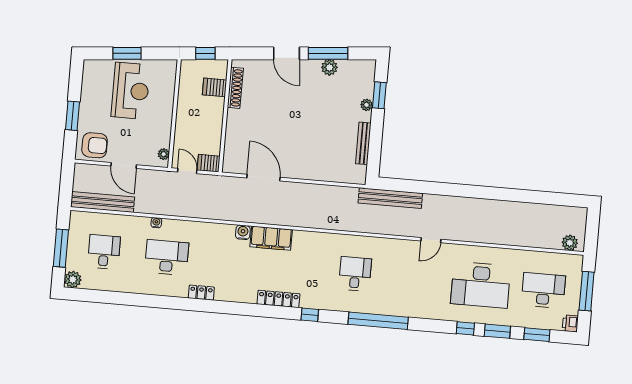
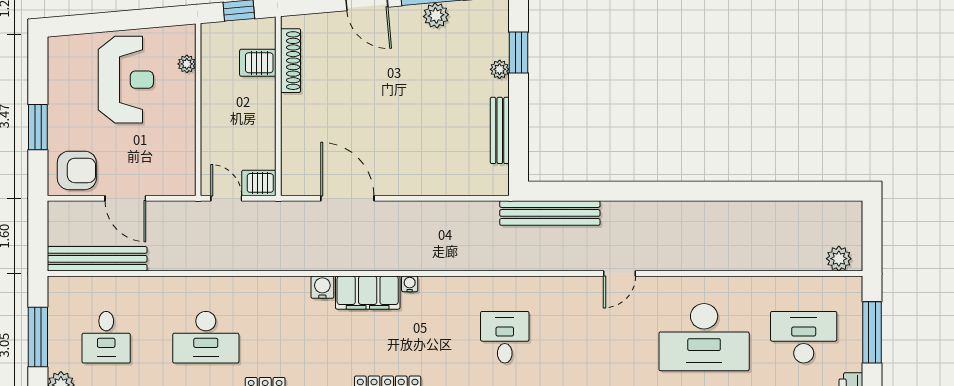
window: (127, 53) -> (115, 21), removed
plant: (164, 154) -> (187, 64), moved
water cooler: (156, 223) -> (410, 284), moved
desk: (104, 252) -> (106, 337), turned 180
desk: (167, 257) -> (206, 337), turned 180

